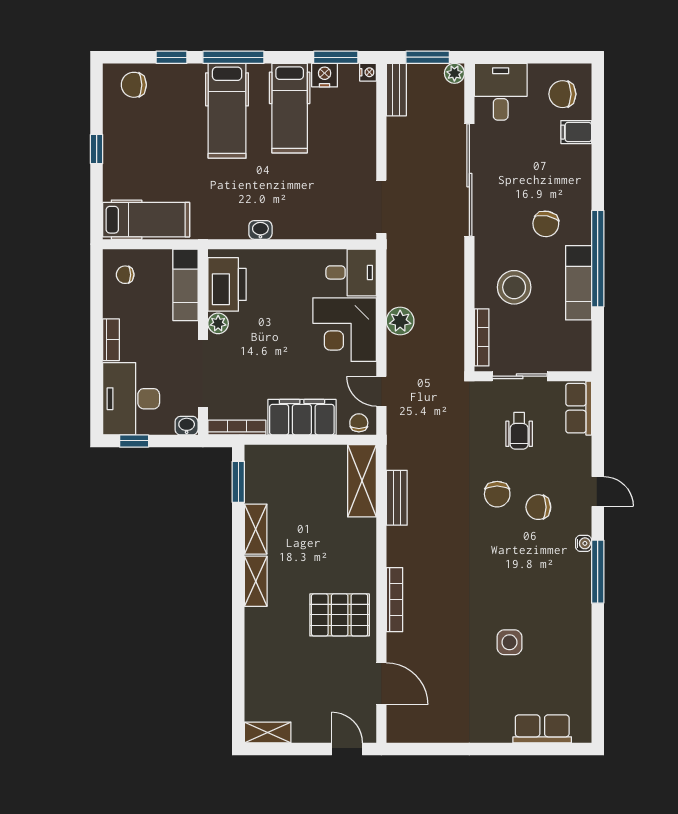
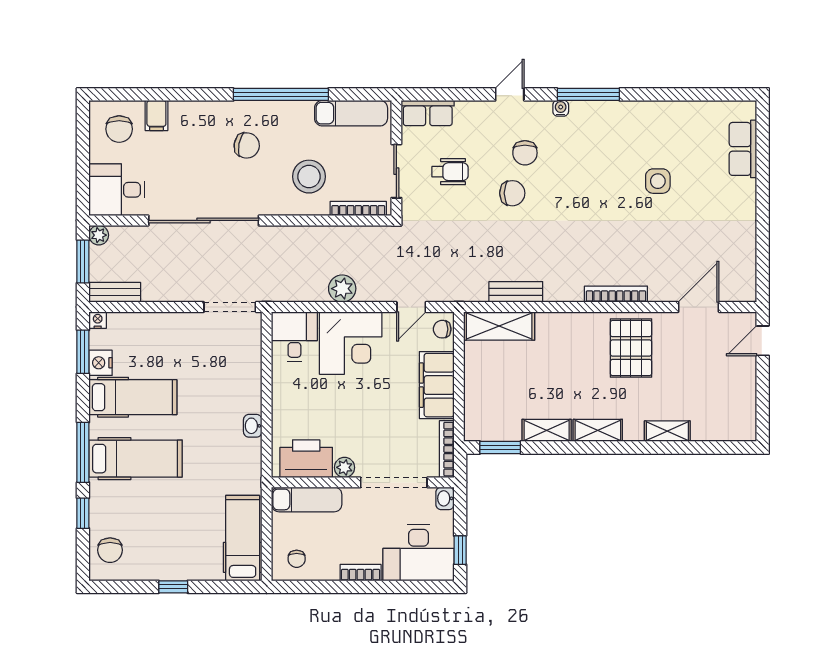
exam couch: (579, 283) -> (351, 113), moved
shelving: (268, 732) -> (667, 431), moved, turned 90

